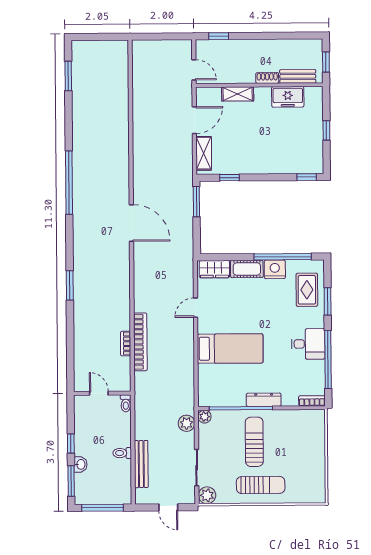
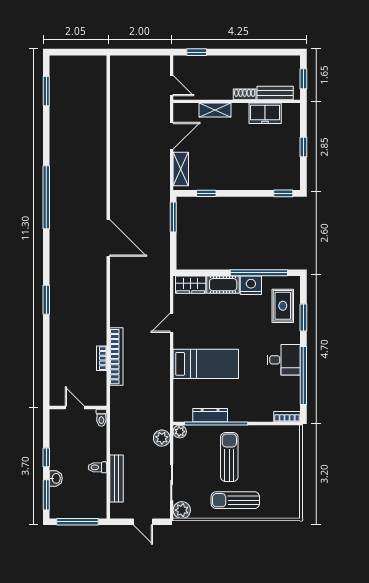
dresser: (264, 400) -> (210, 415), moved
sun lounger: (261, 485) -> (235, 500), turned 180

